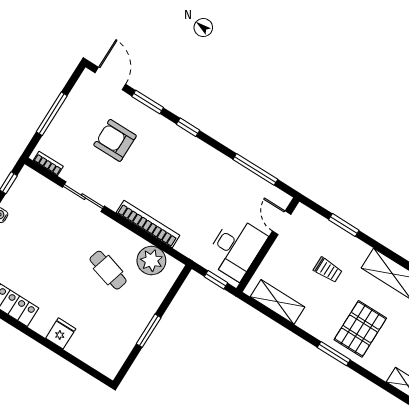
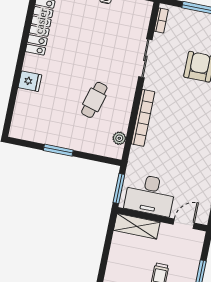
plant: (151, 261) -> (119, 138), width x0.53, depth x0.53
window: (216, 280) -> (119, 188), width x1.50
shelving: (278, 302) -> (137, 226), moved, turned 90

